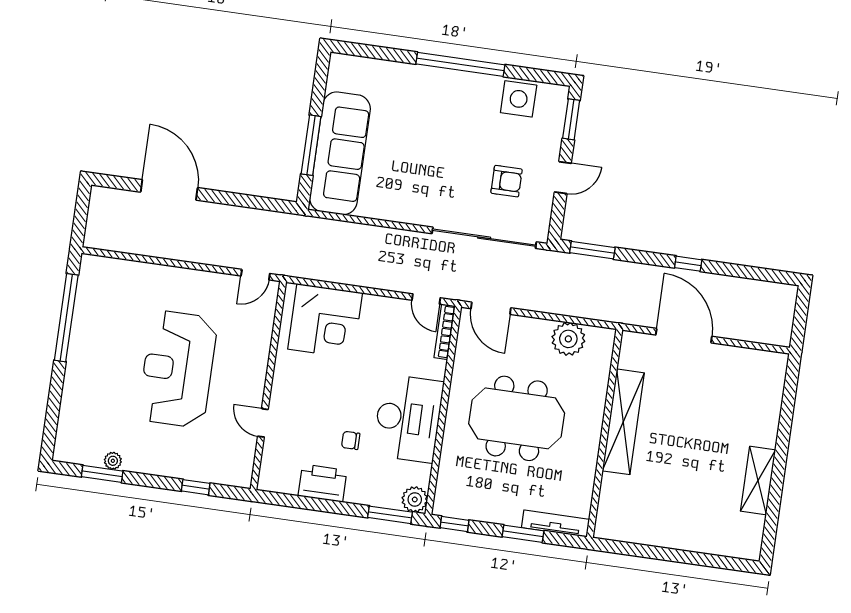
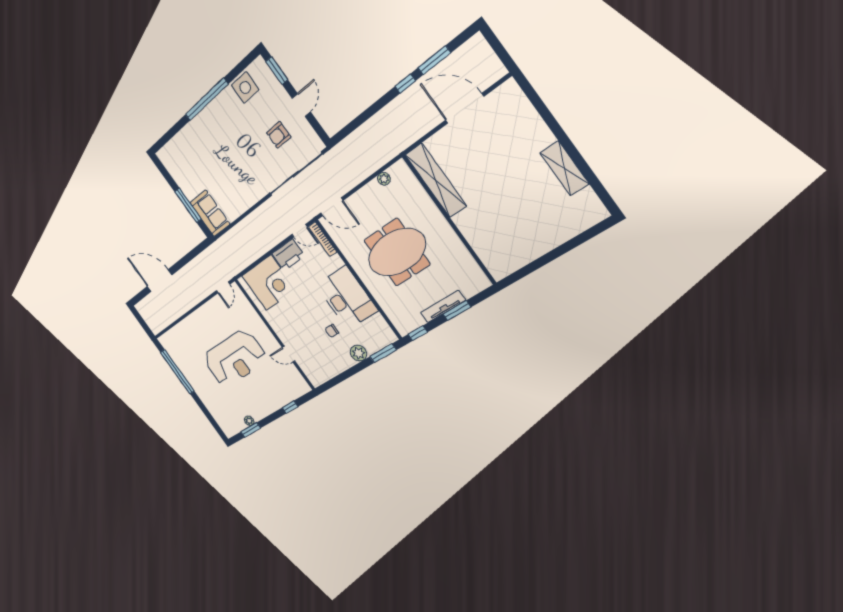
sofa: (340, 153) -> (210, 213), width x0.54, depth x0.79
armchair: (507, 181) -> (279, 135), turned 180
window: (592, 250) -> (434, 60), moved
door: (684, 336) -> (464, 108), moved
plant: (568, 339) -> (384, 179), width x0.53, depth x0.53
reception desk: (178, 369) -> (235, 358), turned -90
shelving: (623, 422) -> (436, 180), moved
printer: (323, 483) -> (288, 255), moved, turned 180
plant: (415, 499) -> (359, 353), moved
tv unit: (555, 523) -> (443, 306), moved

